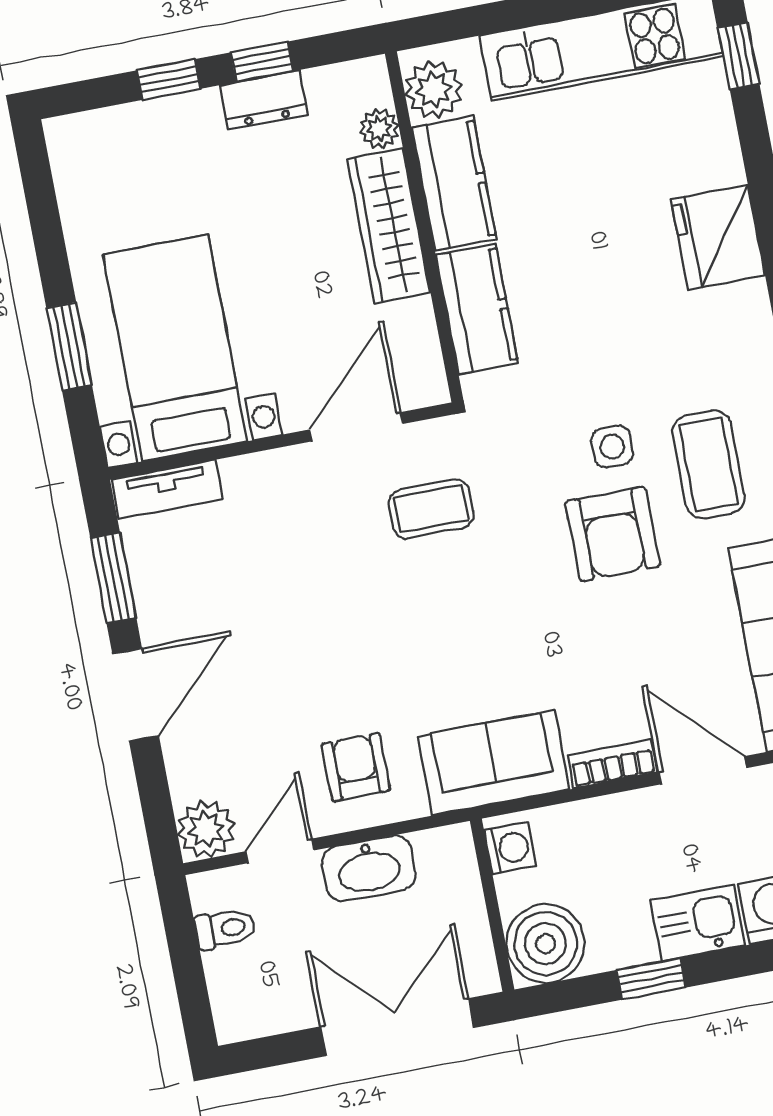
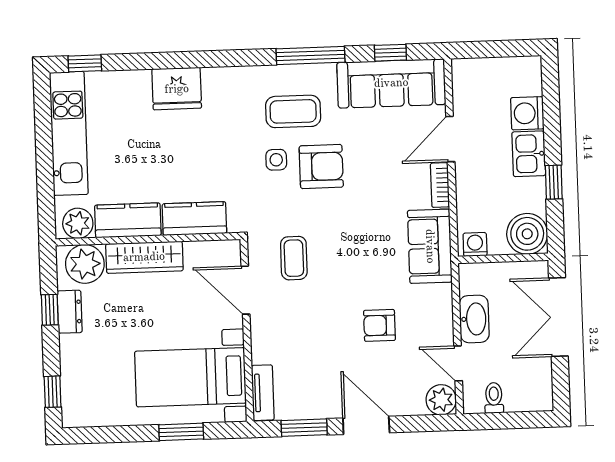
window: (169, 80) -> (53, 392), moved
plant: (379, 129) -> (85, 264), width x1.87, depth x1.87
armchair: (356, 767) -> (379, 325), moved

